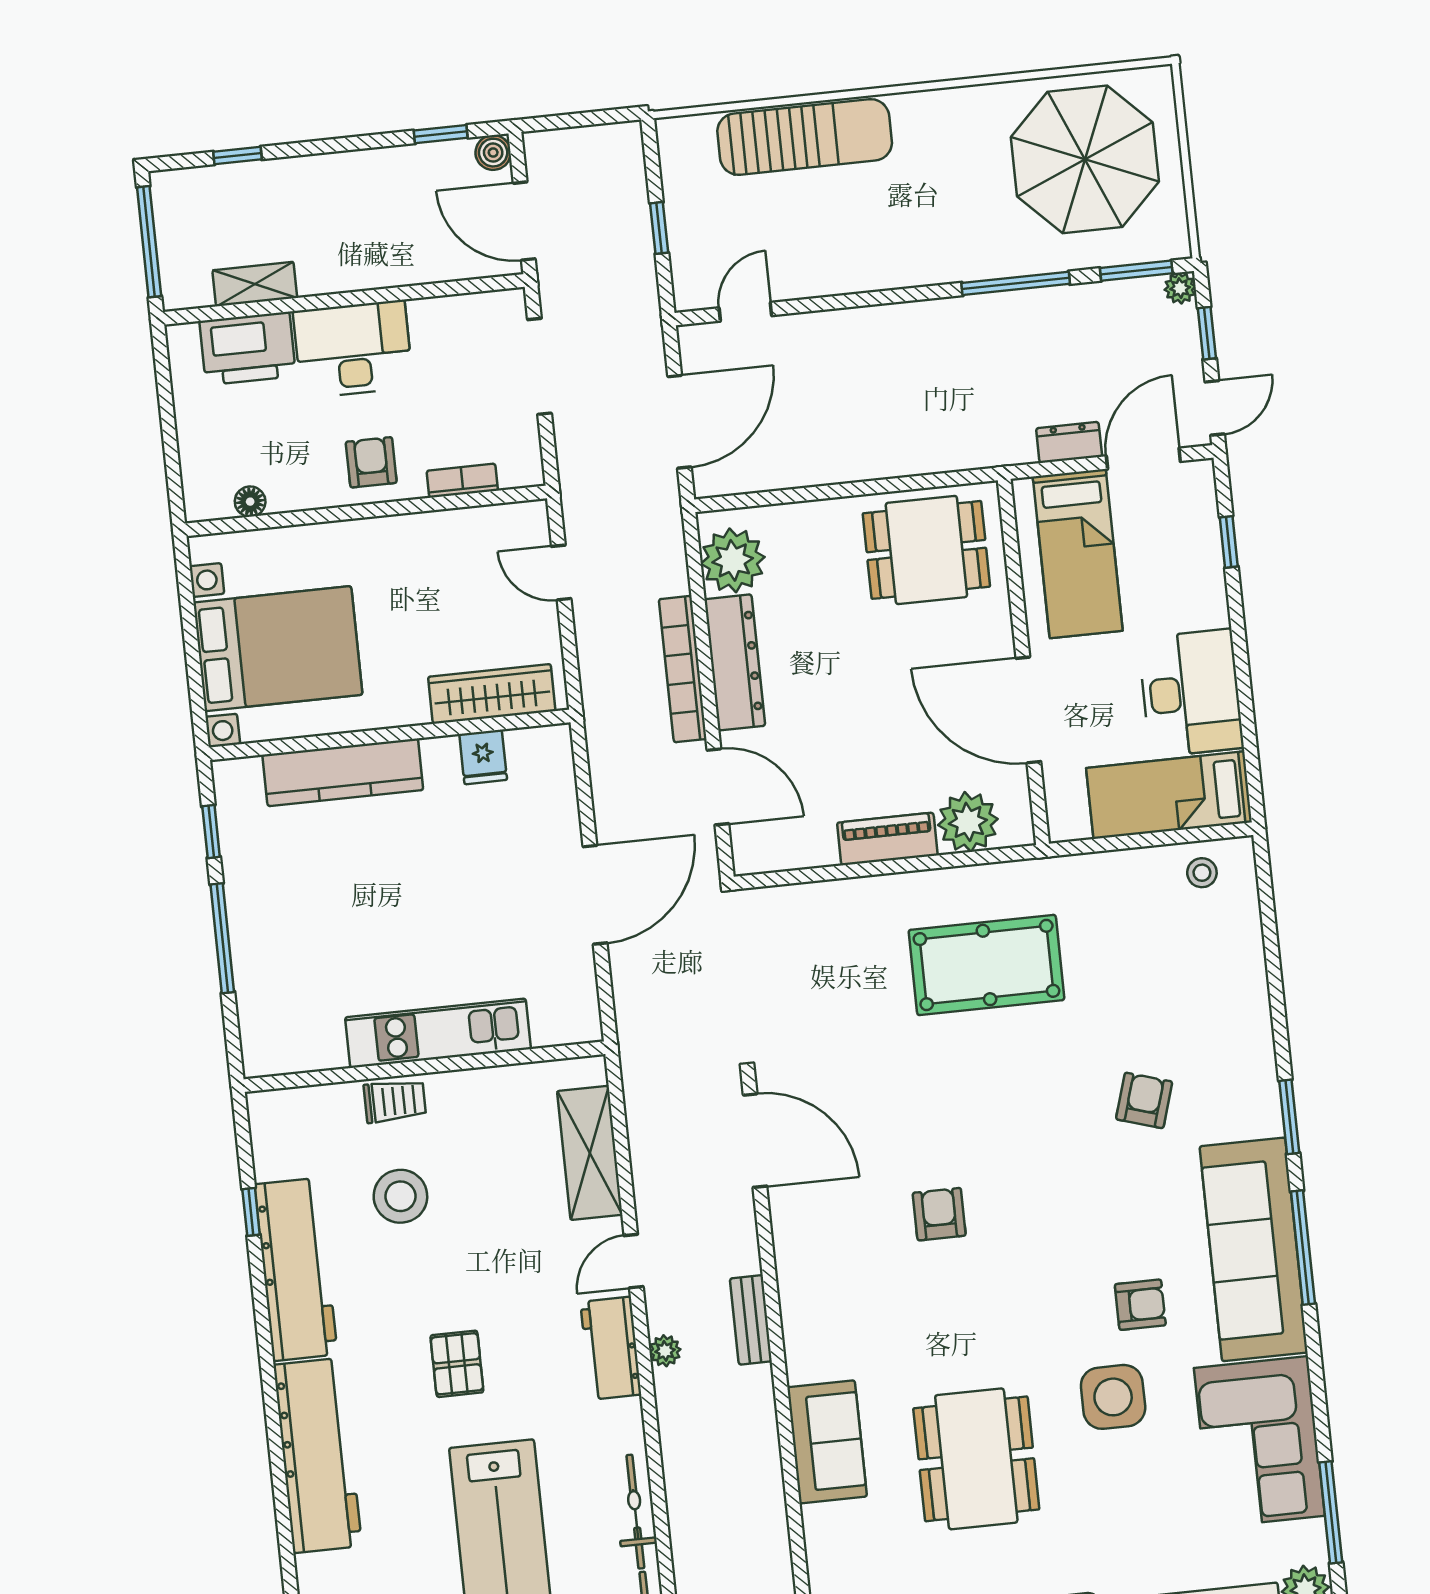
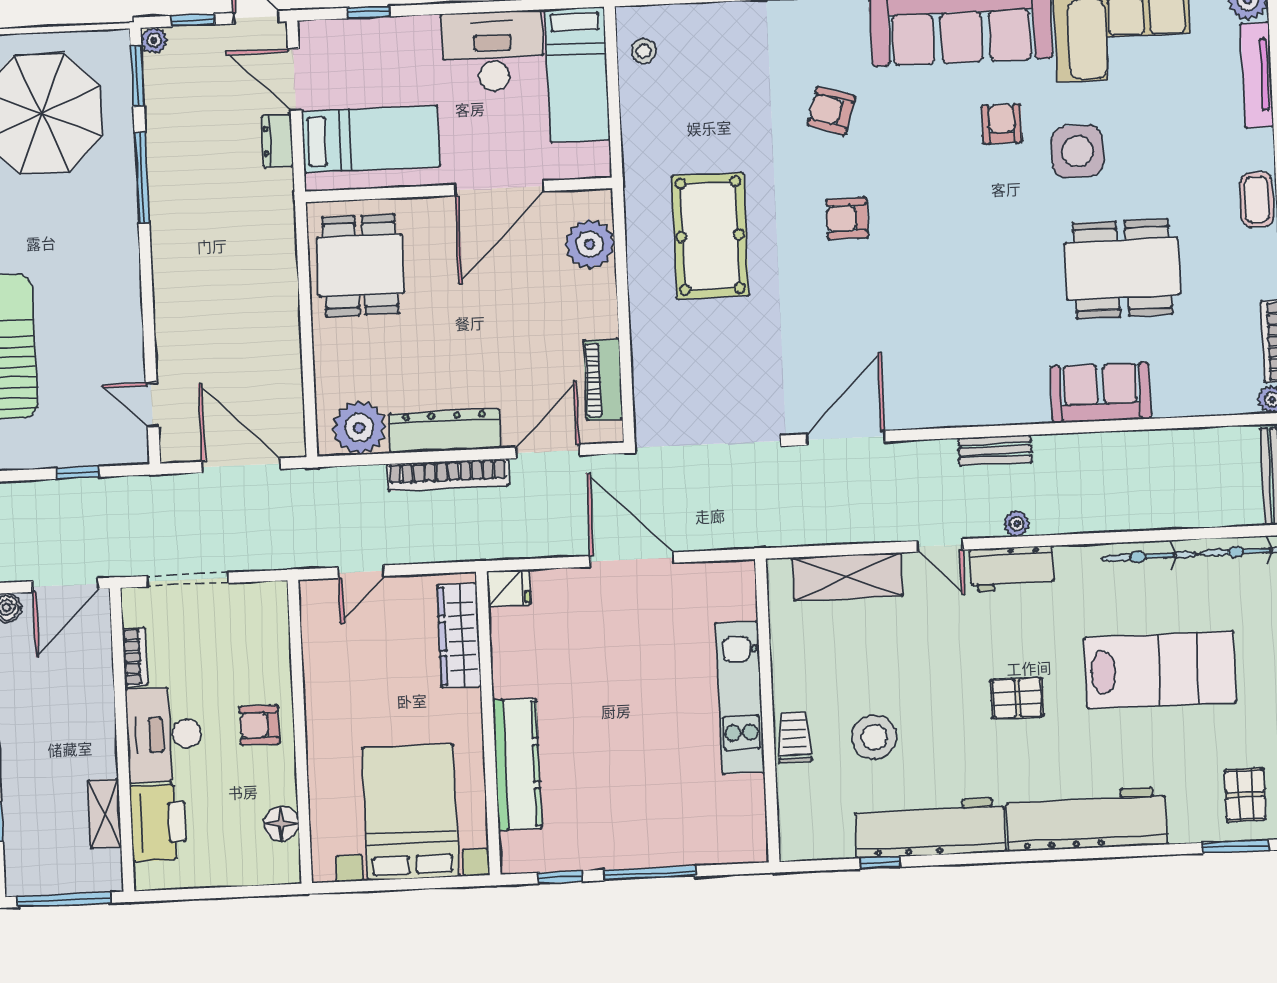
bookcase: (462, 481) -> (135, 657), moved, turned 180
floor lamp: (250, 502) -> (281, 824), width x1.37, depth x1.37
fridge: (483, 757) -> (509, 588), moved
piano: (887, 839) -> (603, 380), moved
armchair: (939, 1214) -> (847, 218), moved

